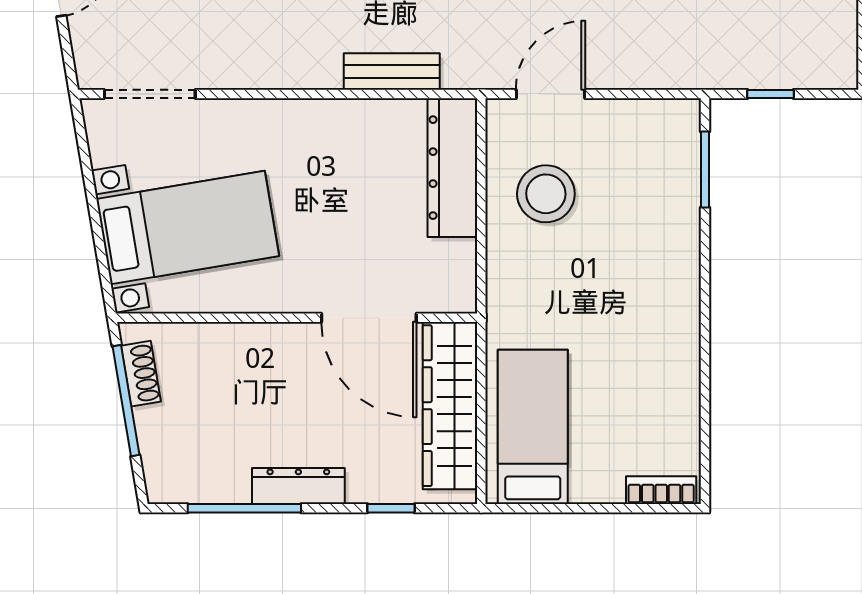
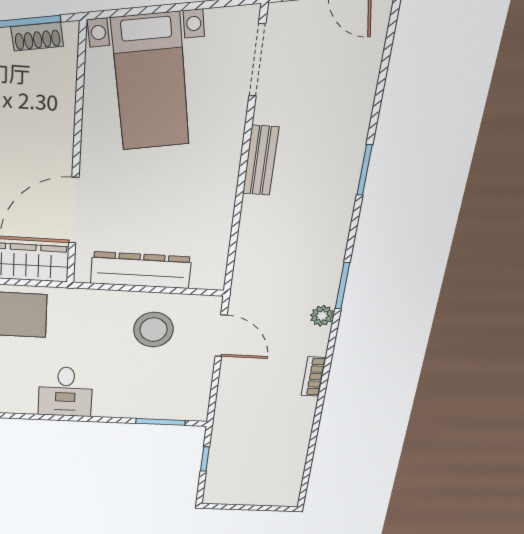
bench: (392, 72) -> (261, 161), moved
dresser: (452, 168) -> (141, 270), moved
desk: (658, 317) -> (65, 392), added

